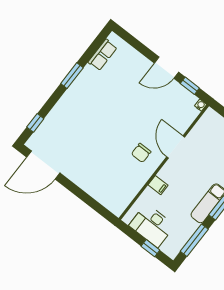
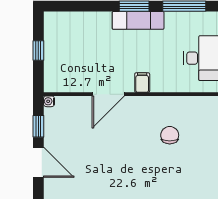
chair: (141, 153) -> (170, 135), moved, turned -90
filing cabinet: (158, 185) -> (142, 83), moved

